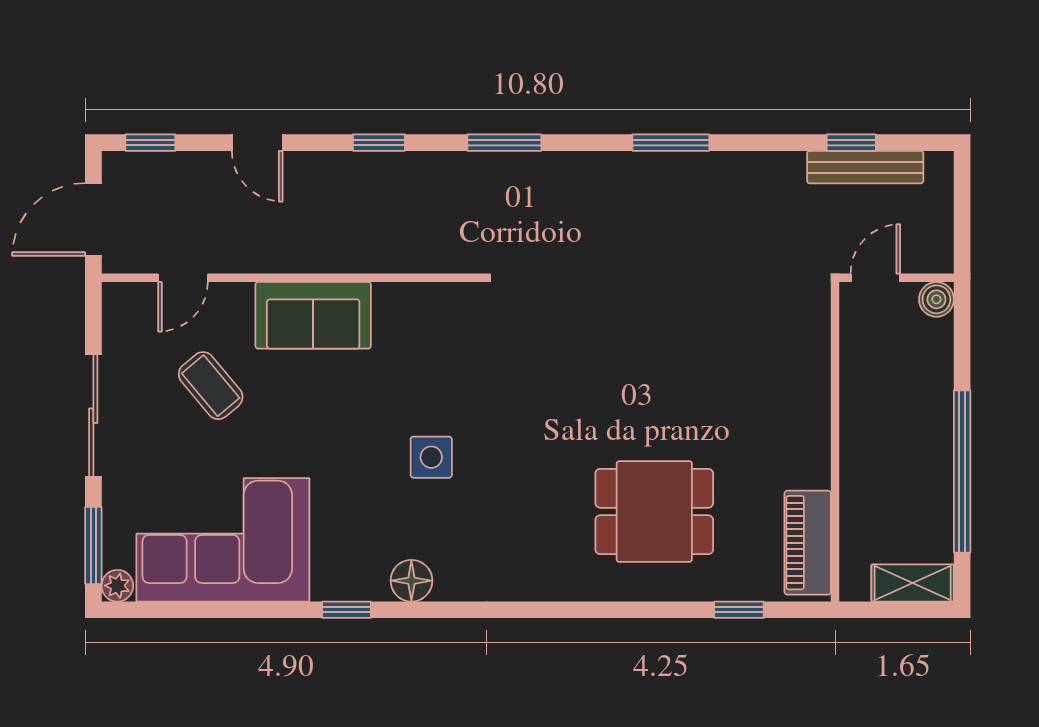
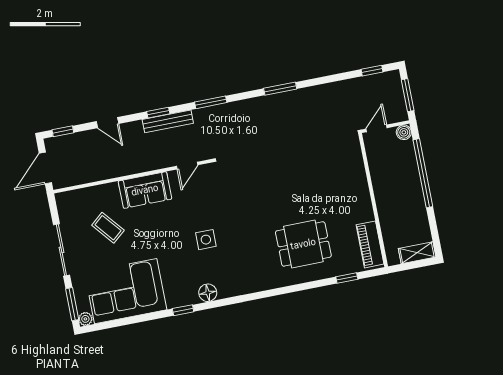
window: (851, 143) -> (372, 71), moved
bench: (865, 167) -> (168, 121), moved
window: (962, 215) -> (408, 95), added
door: (183, 278) -> (187, 166), moved
window: (962, 471) -> (423, 173), moved

